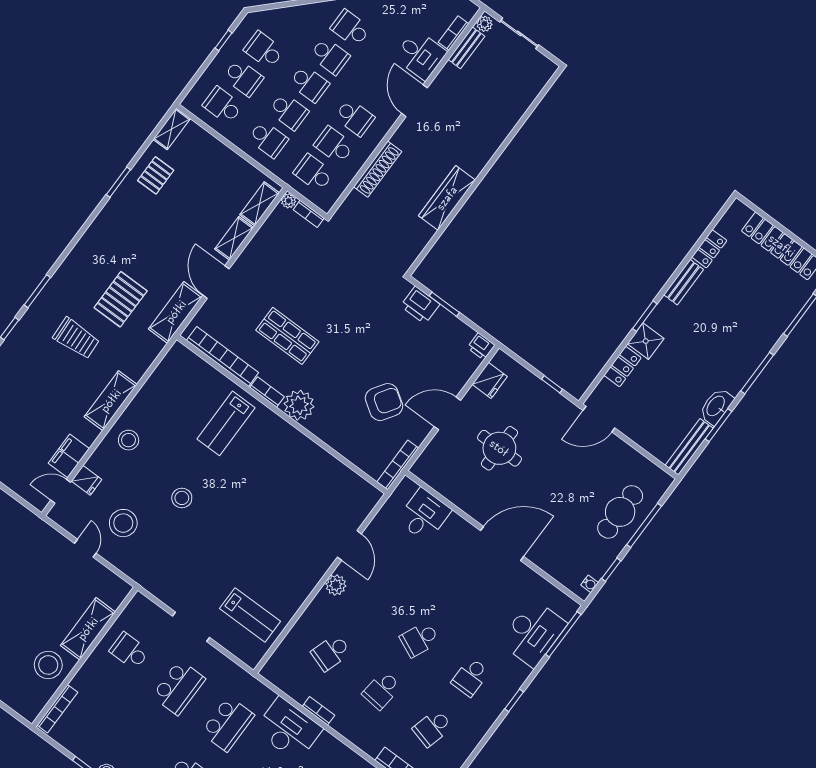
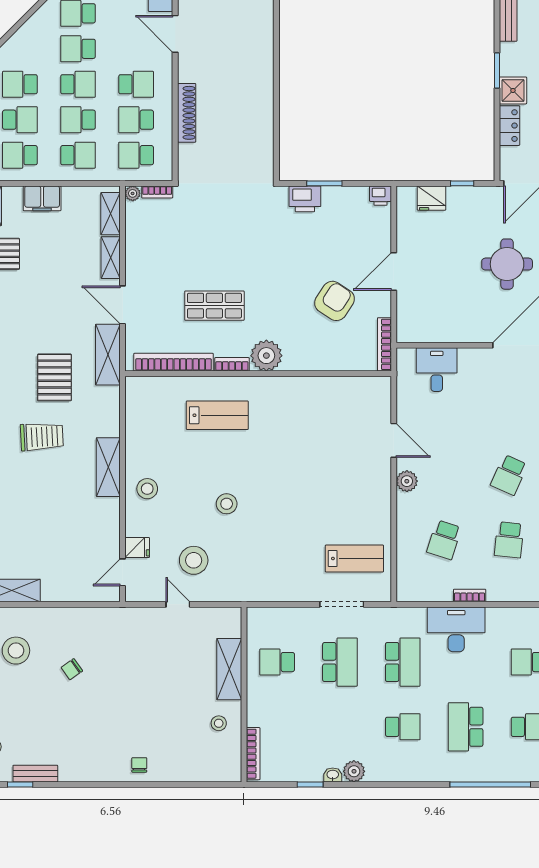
school desk: (330, 56) -> (78, 49), turned 180
school desk: (289, 111) -> (78, 120), turned 180
wardrobe: (447, 198) -> (261, 94), removed
fridge: (490, 380) -> (431, 198), moved, turned 90
lab bench: (226, 423) -> (217, 415), turned -90
round table: (499, 448) -> (507, 264), moved
filing cabinet: (69, 456) -> (42, 198), moved, turned -90
doorway: (191, 627) -> (342, 604), moved
stool: (48, 665) -> (219, 723), width x0.53, depth x0.53

